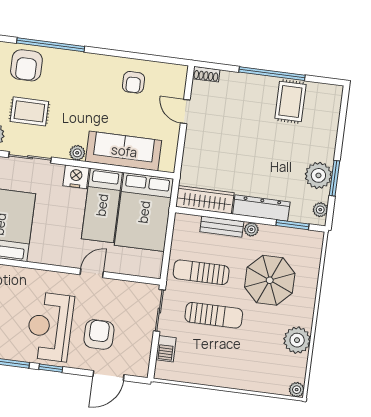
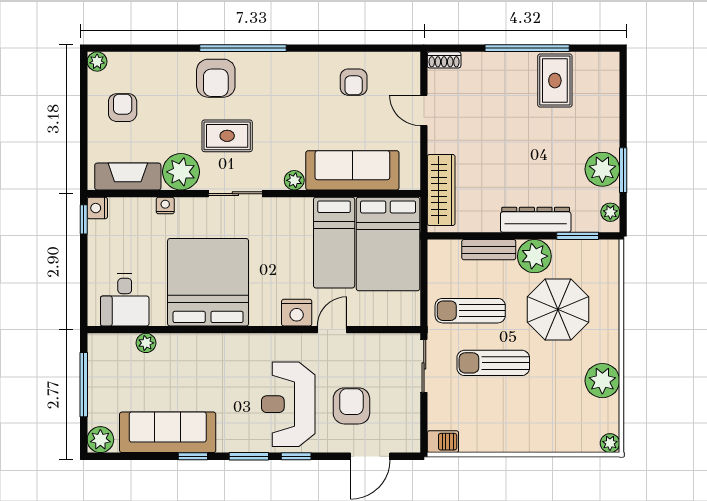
nightstand: (76, 177) -> (297, 313), moved, turned 180
wardrobe: (205, 200) -> (441, 190), moved, turned 90
plant: (251, 229) -> (534, 256), width x1.88, depth x1.88
sun lounger: (214, 315) -> (493, 363), turned 180
barbecue: (166, 349) -> (443, 442), moved, turned -90

